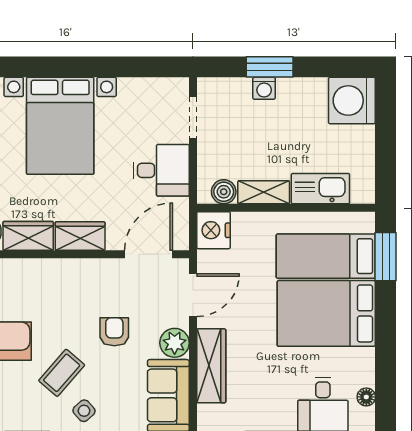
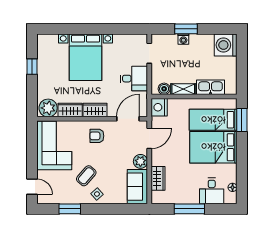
armchair: (114, 332) -> (97, 136), moved, turned -90
wardrobe: (211, 366) -> (158, 178), width x0.67

